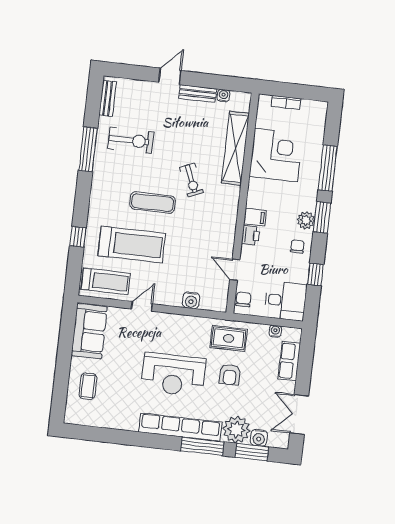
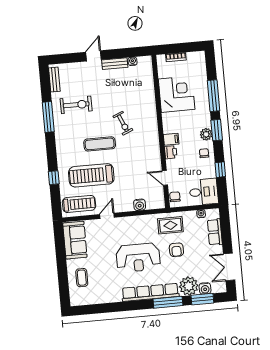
shelving: (235, 148) -> (148, 95), removed
treadmill: (132, 245) -> (91, 175), turned 180

